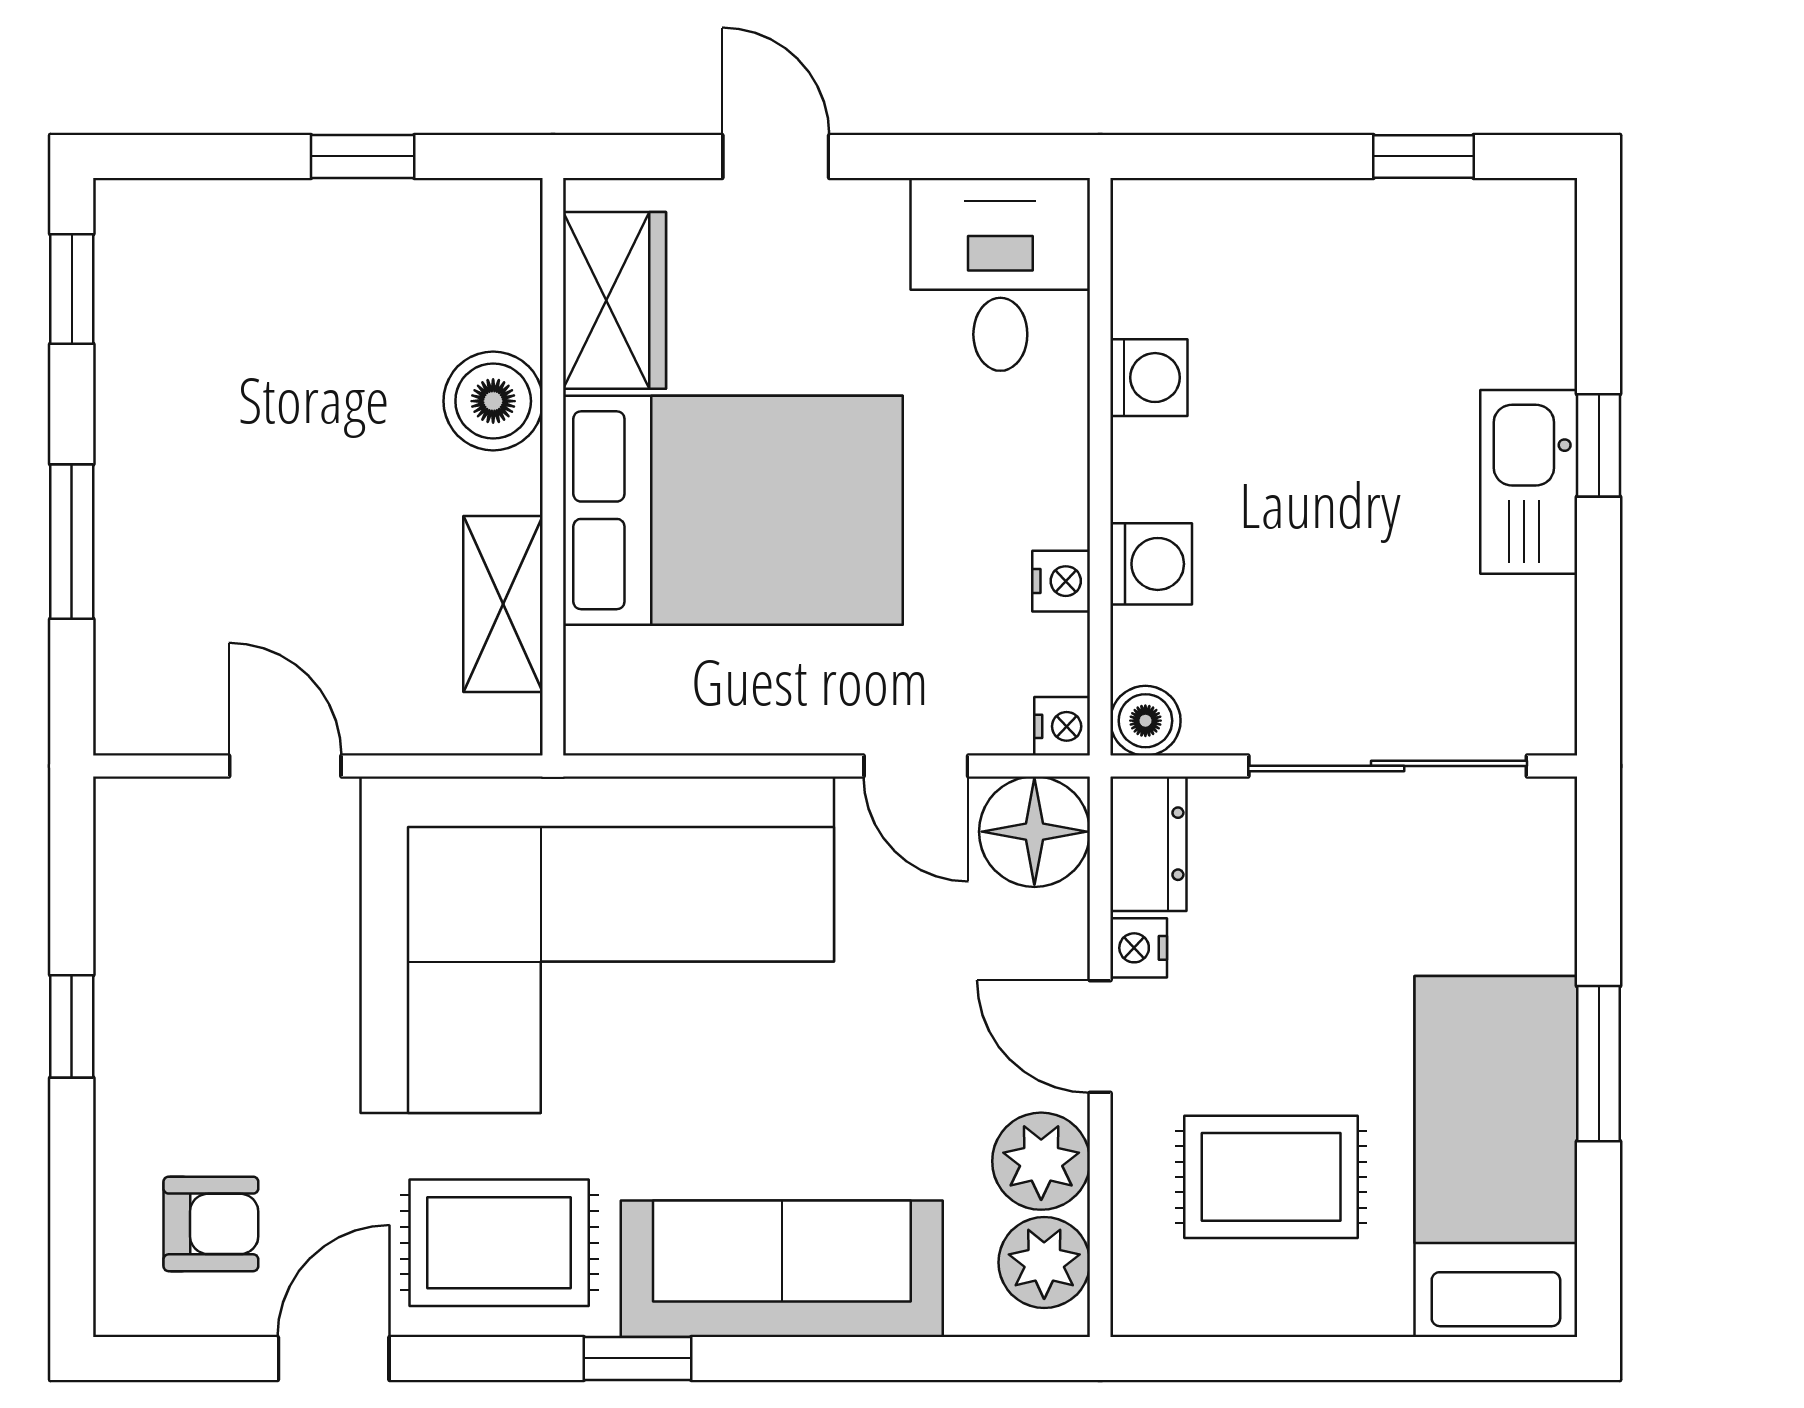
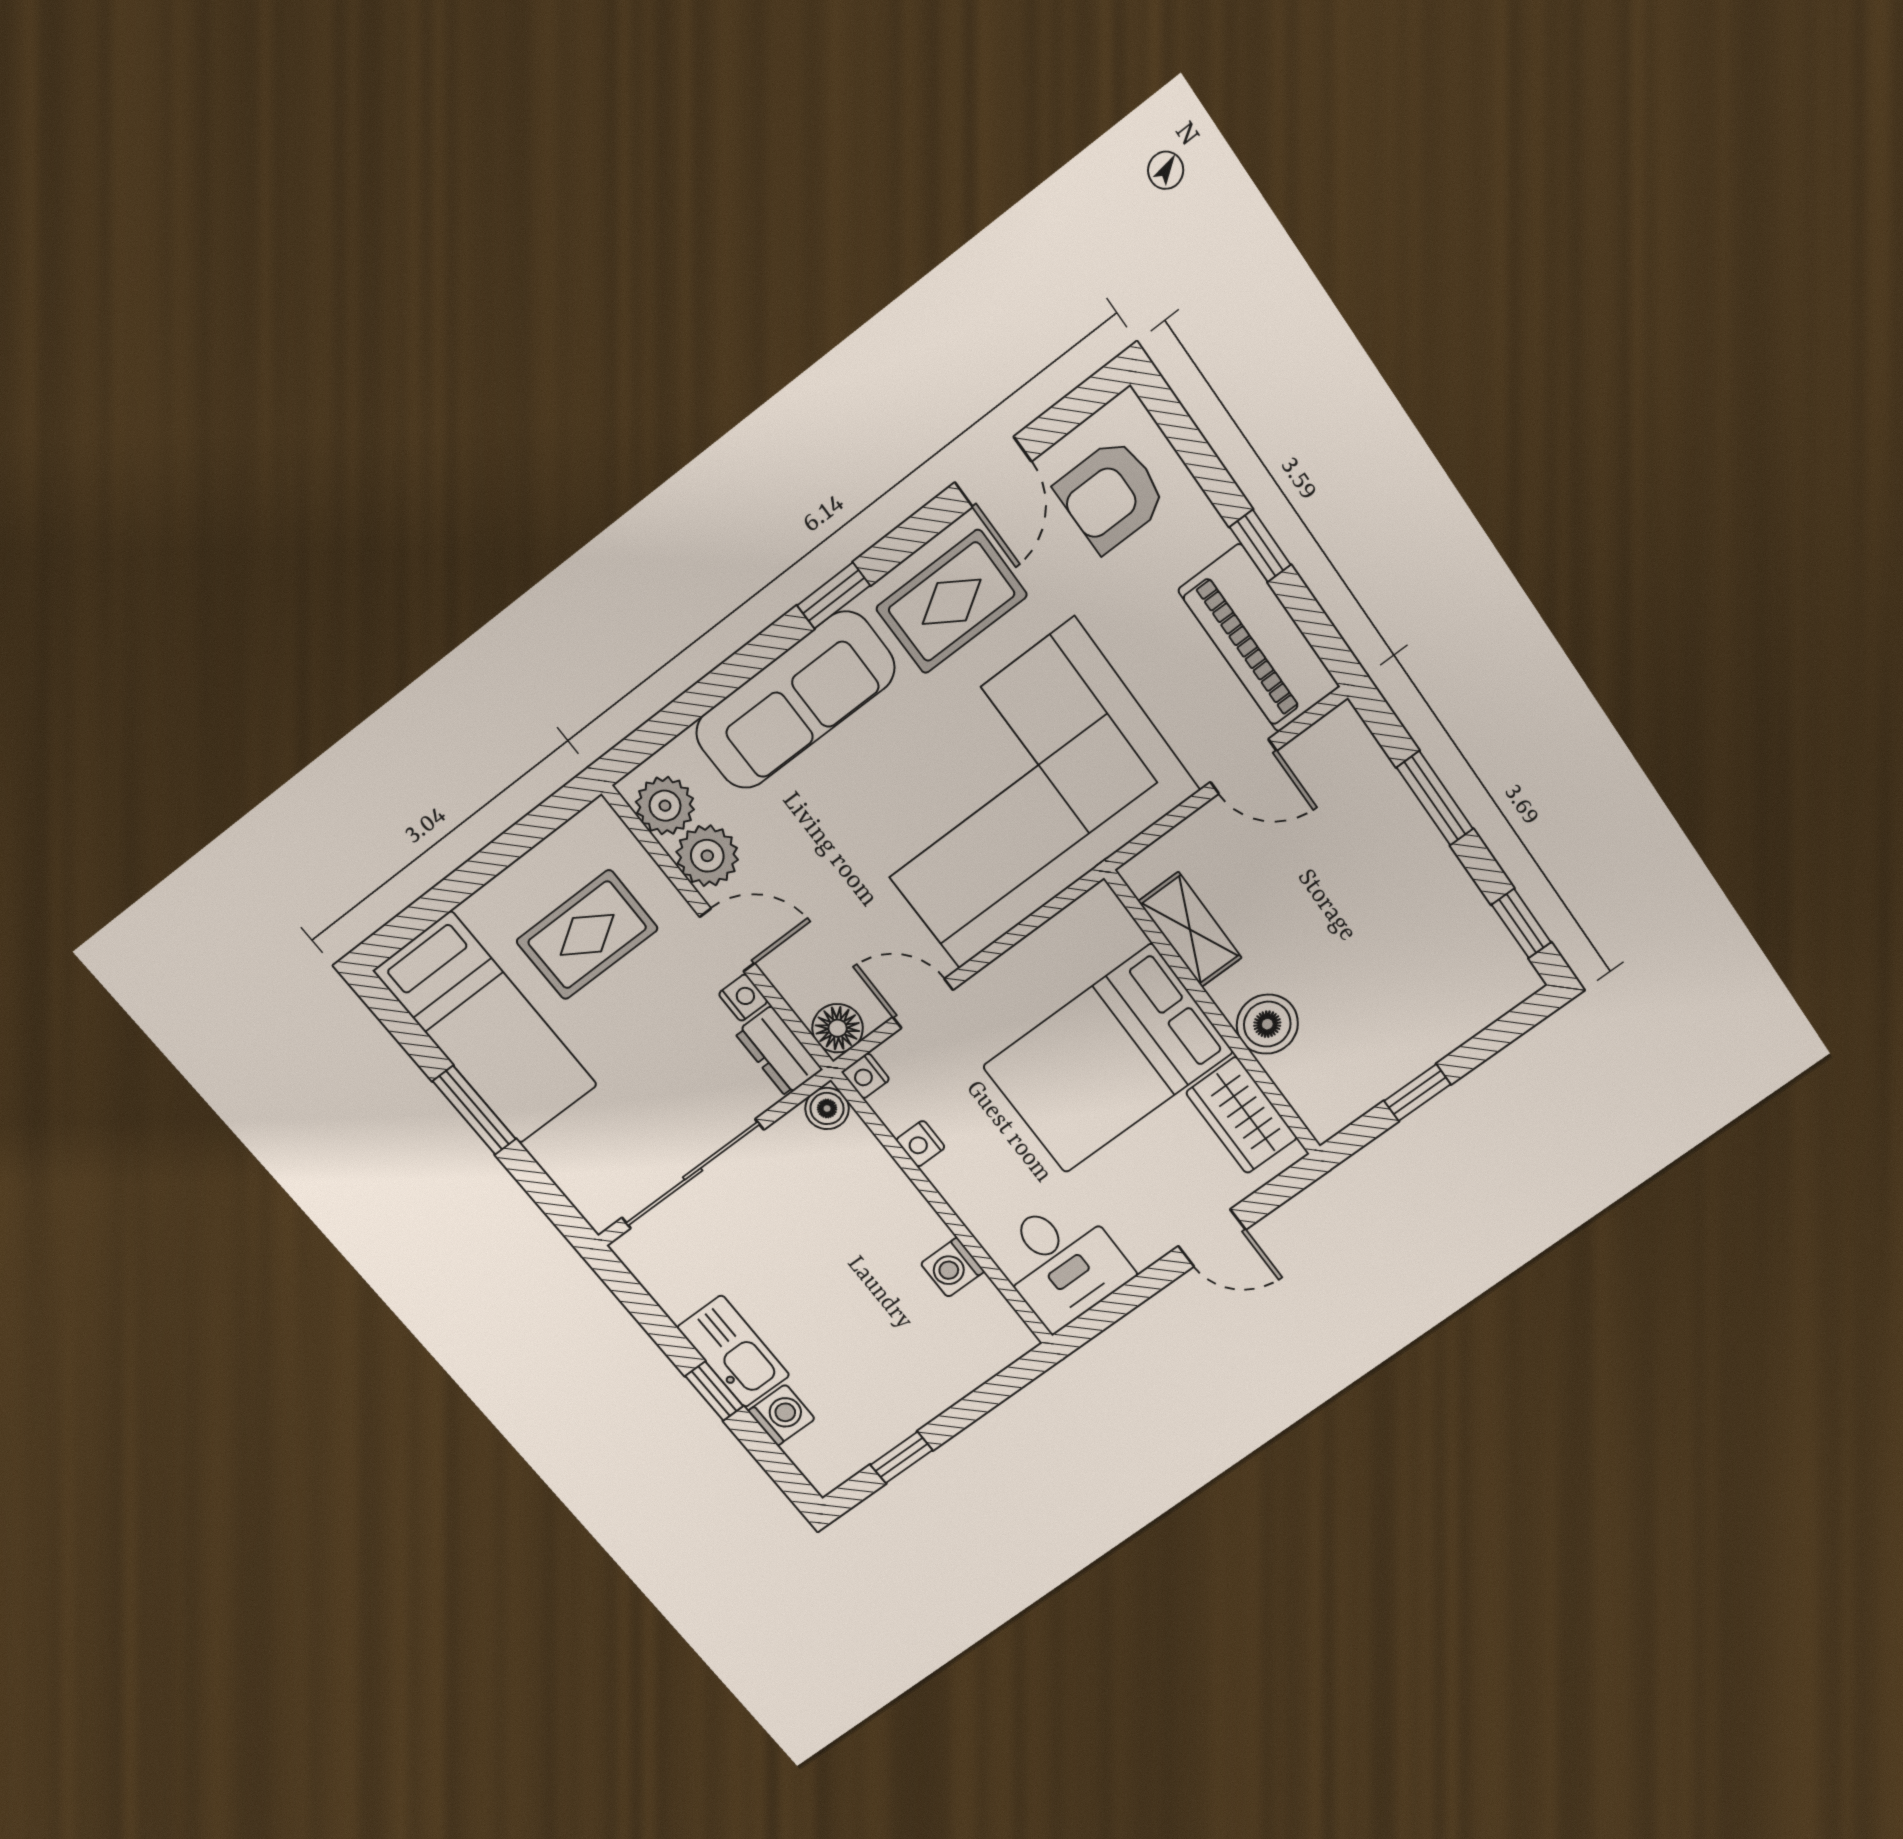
washing machine: (1151, 564) -> (781, 1415), moved, turned 180
floor lamp: (1034, 832) -> (838, 1028), width x0.73, depth x0.73
piano: (152, 913) -> (1259, 638), added
armchair: (211, 1224) -> (1111, 495), width x1.38, depth x1.38

